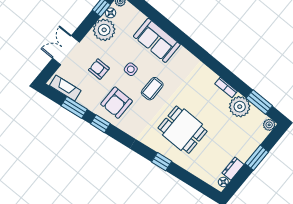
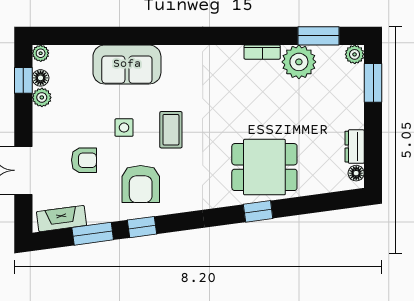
plant: (104, 30) -> (42, 97), width x0.53, depth x0.53
armchair: (99, 69) -> (84, 160), turned 180
dining table: (183, 130) -> (264, 167), moved
window: (257, 158) -> (373, 83), moved

